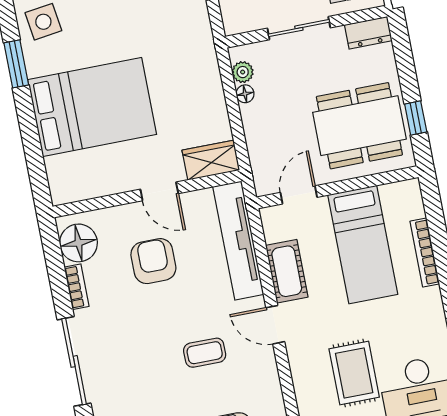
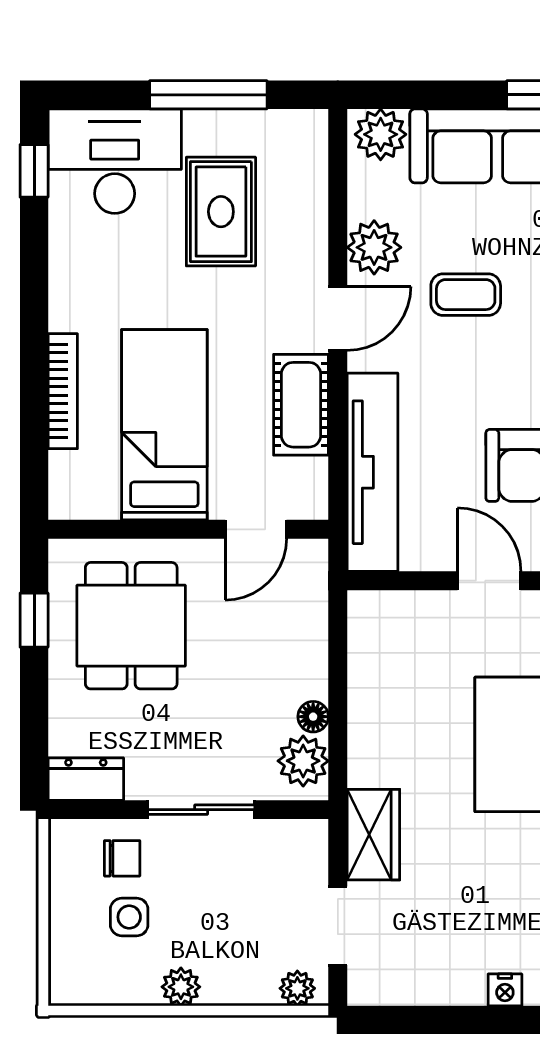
plant: (243, 72) -> (303, 761), width x1.38, depth x1.38
dining table: (359, 126) -> (131, 626), width x0.73
wardrobe: (211, 160) -> (373, 835), moved, turned -90
door: (275, 325) -> (338, 319), hinge flipped
plant: (262, 370) -> (374, 247), added

